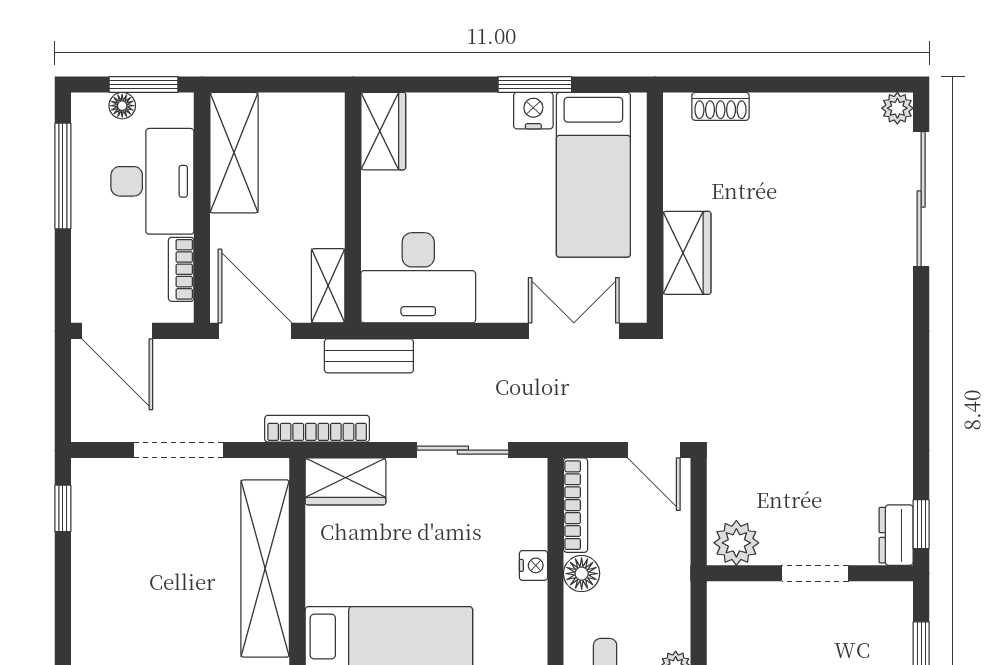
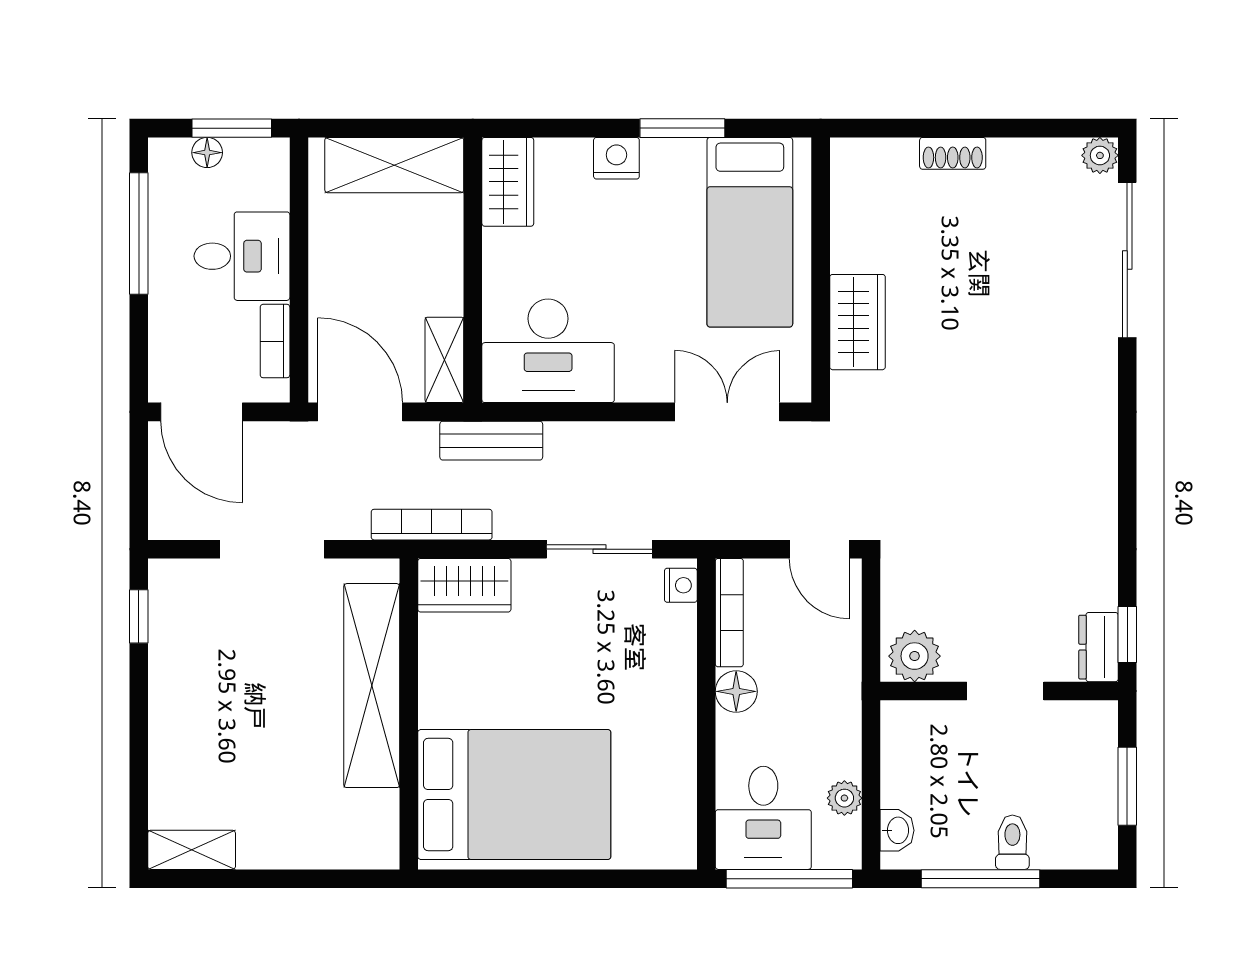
shoe rack: (721, 106) -> (953, 153), moved
nightstand: (533, 111) -> (616, 158), moved
shelving: (234, 153) -> (394, 165), moved, turned 90
desk: (152, 181) -> (242, 256), width x0.73
nightstand: (533, 565) -> (681, 585), moved

